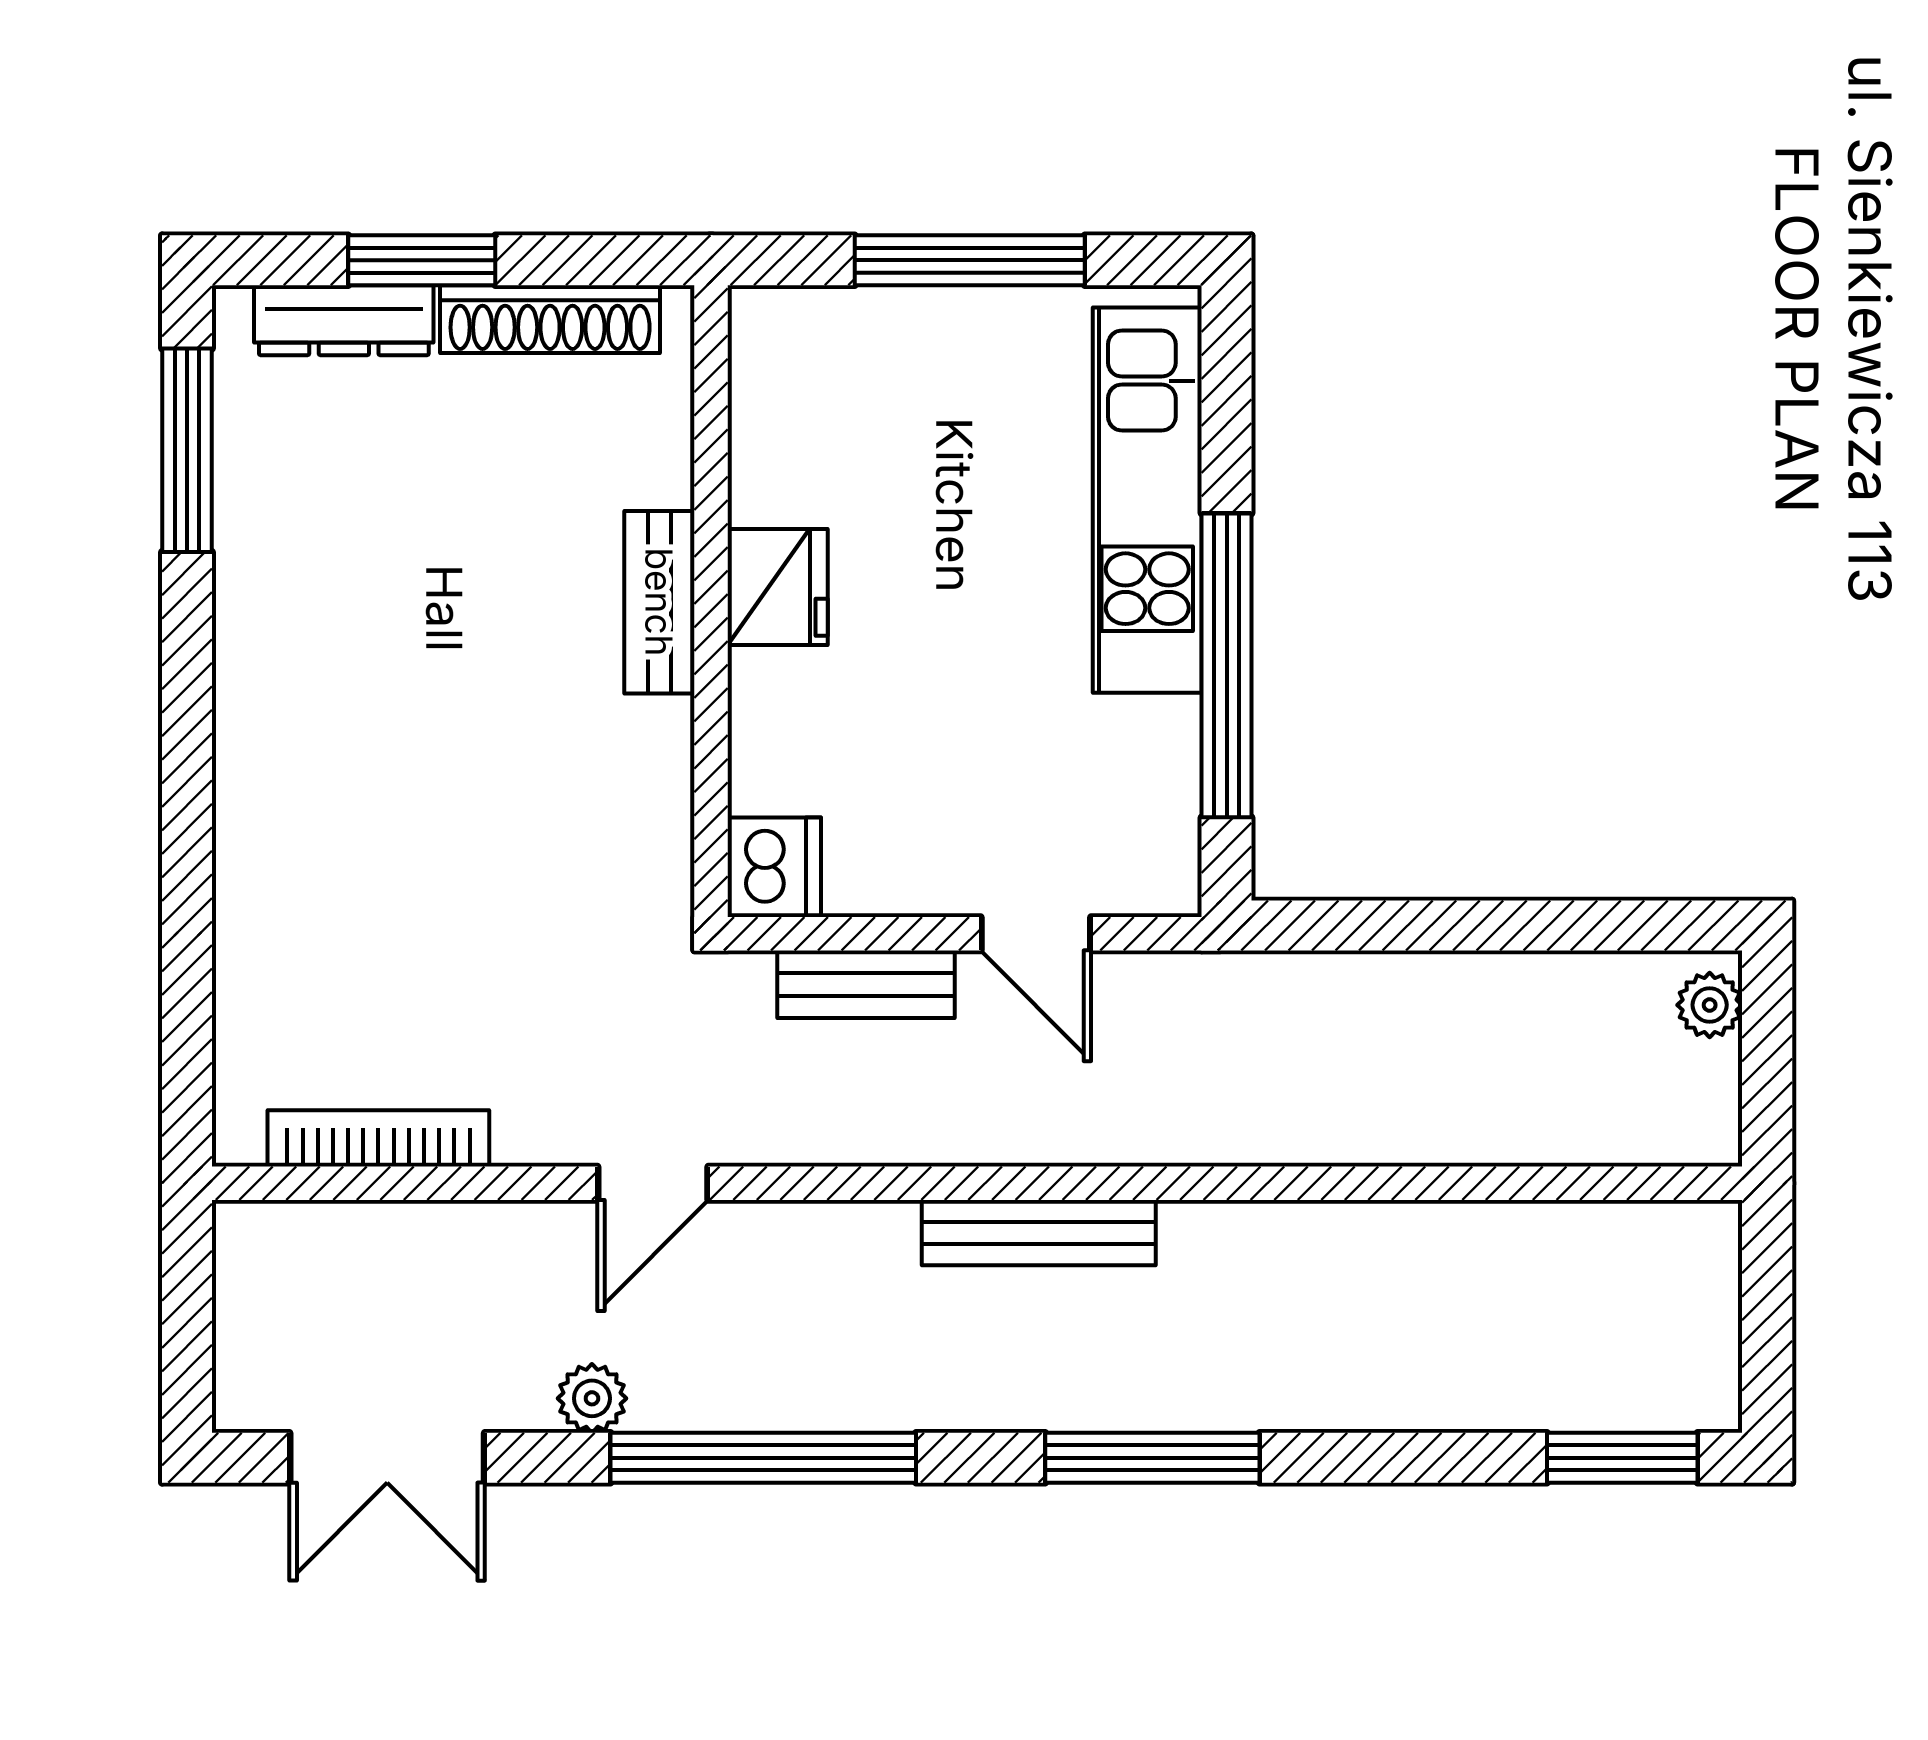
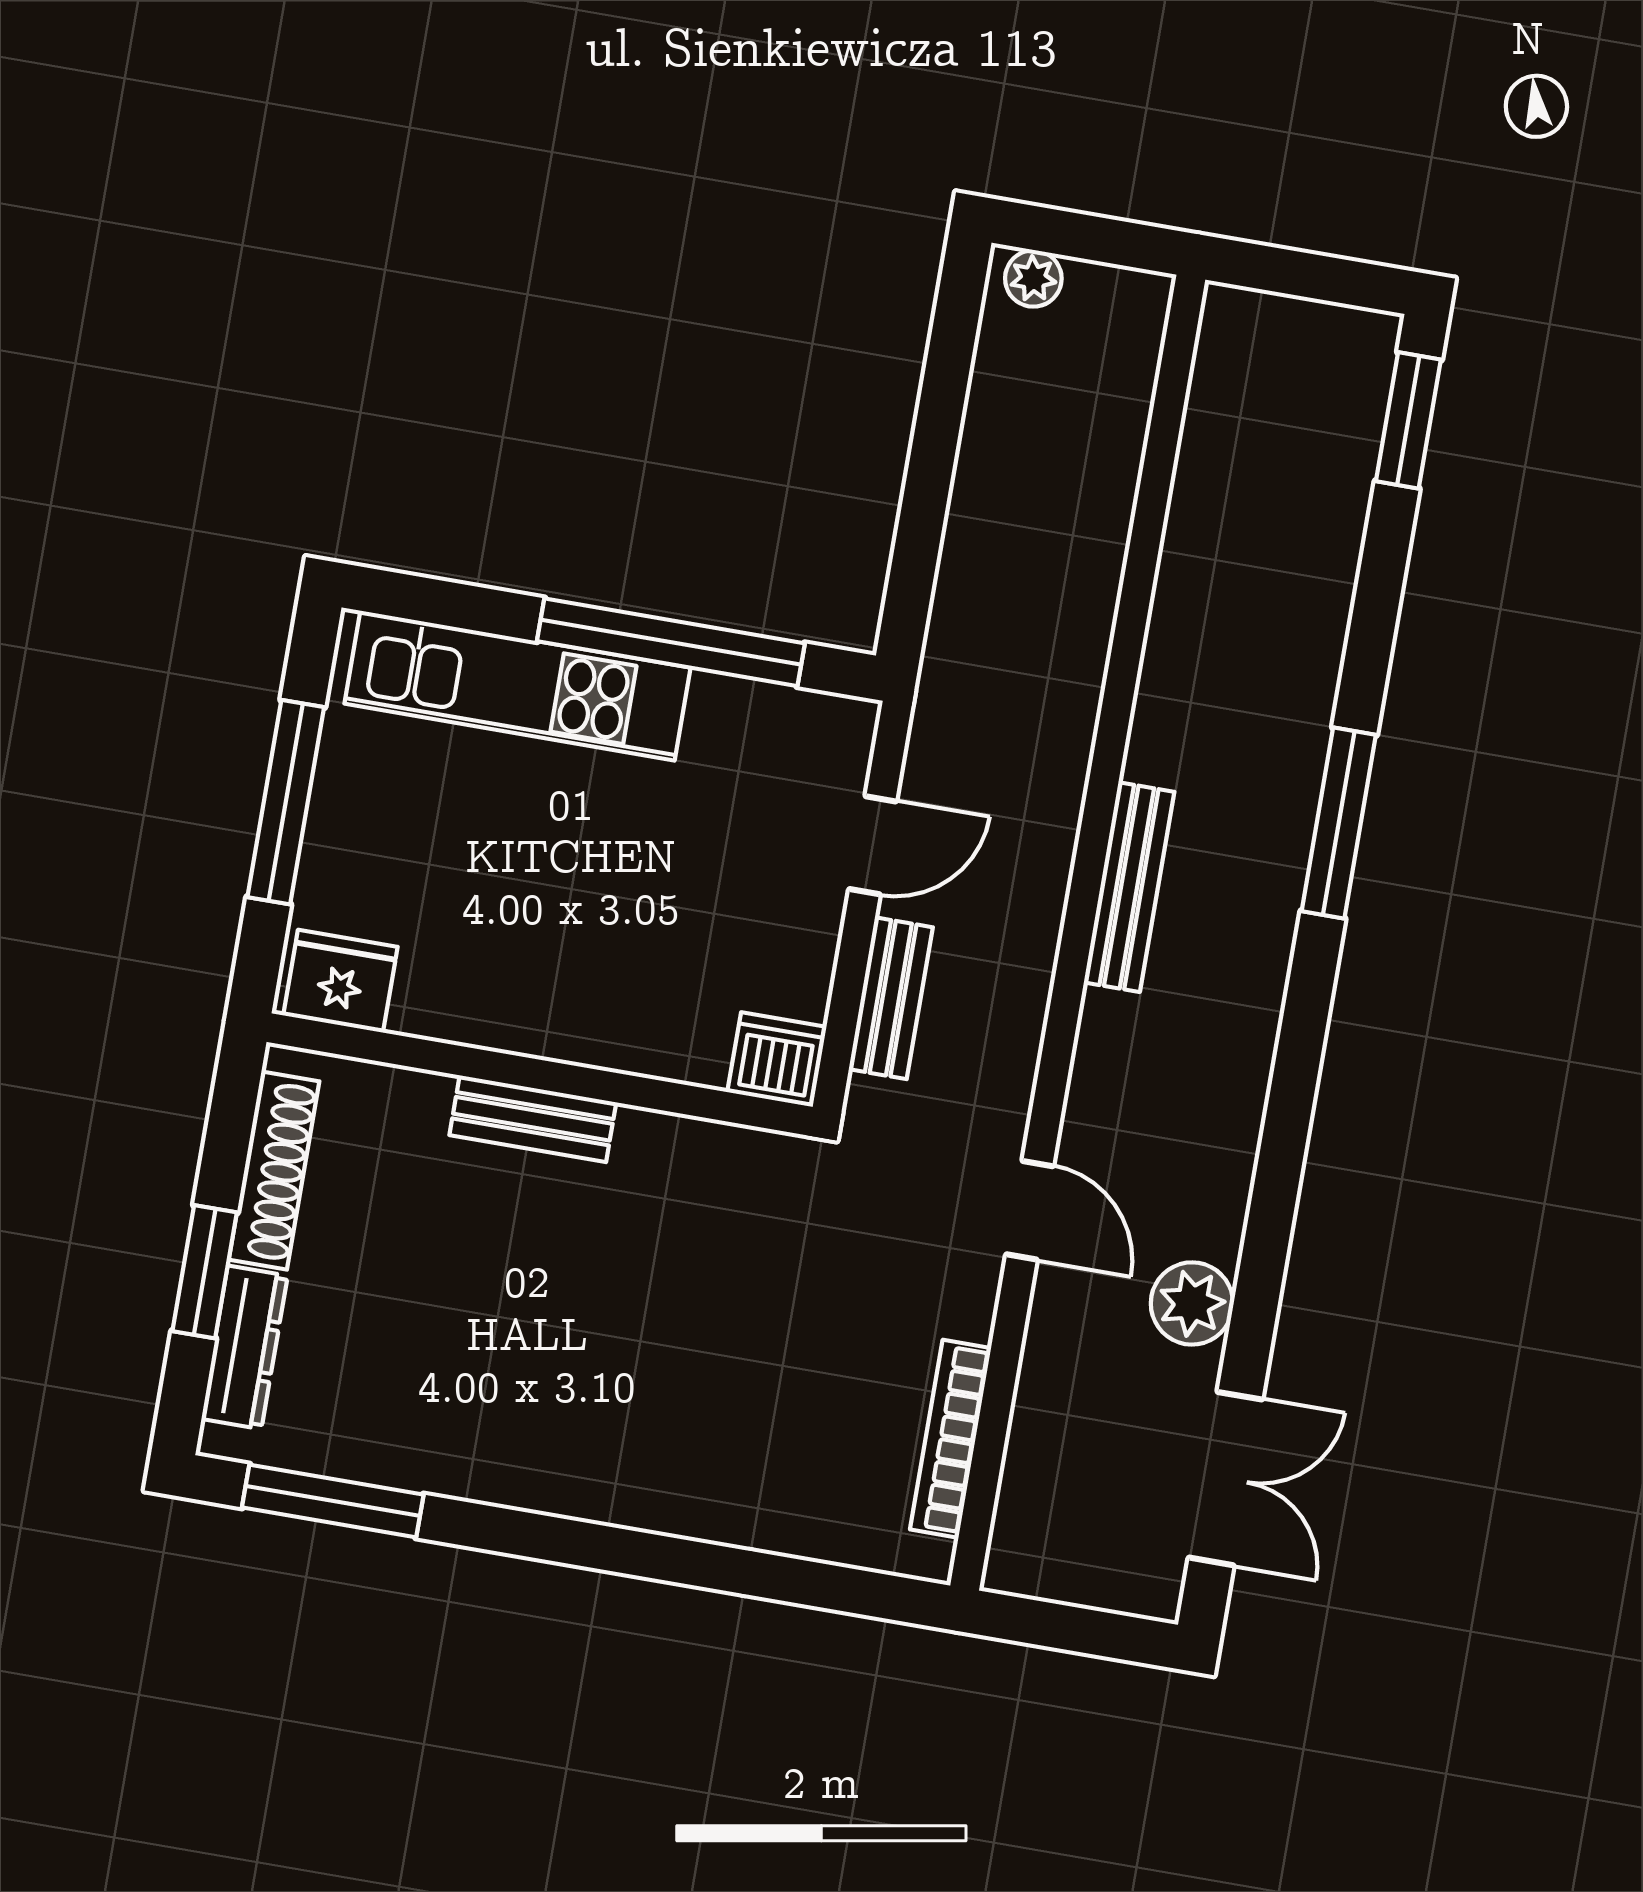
fridge: (778, 587) -> (340, 981), moved
plant: (592, 1398) -> (1192, 1303), width x1.38, depth x1.38
window: (763, 1458) -> (1281, 1156), removed

